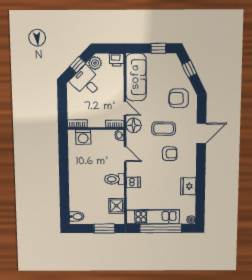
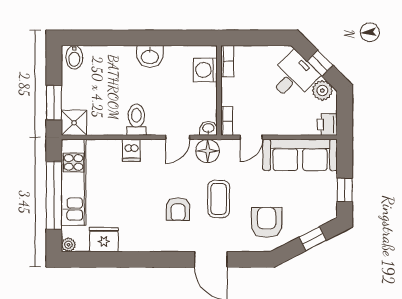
floor lamp: (134, 125) -> (208, 151), moved
washbasin: (75, 171) -> (150, 56), added
fridge: (188, 186) -> (104, 240), moved
shower: (116, 206) -> (74, 123), moved

